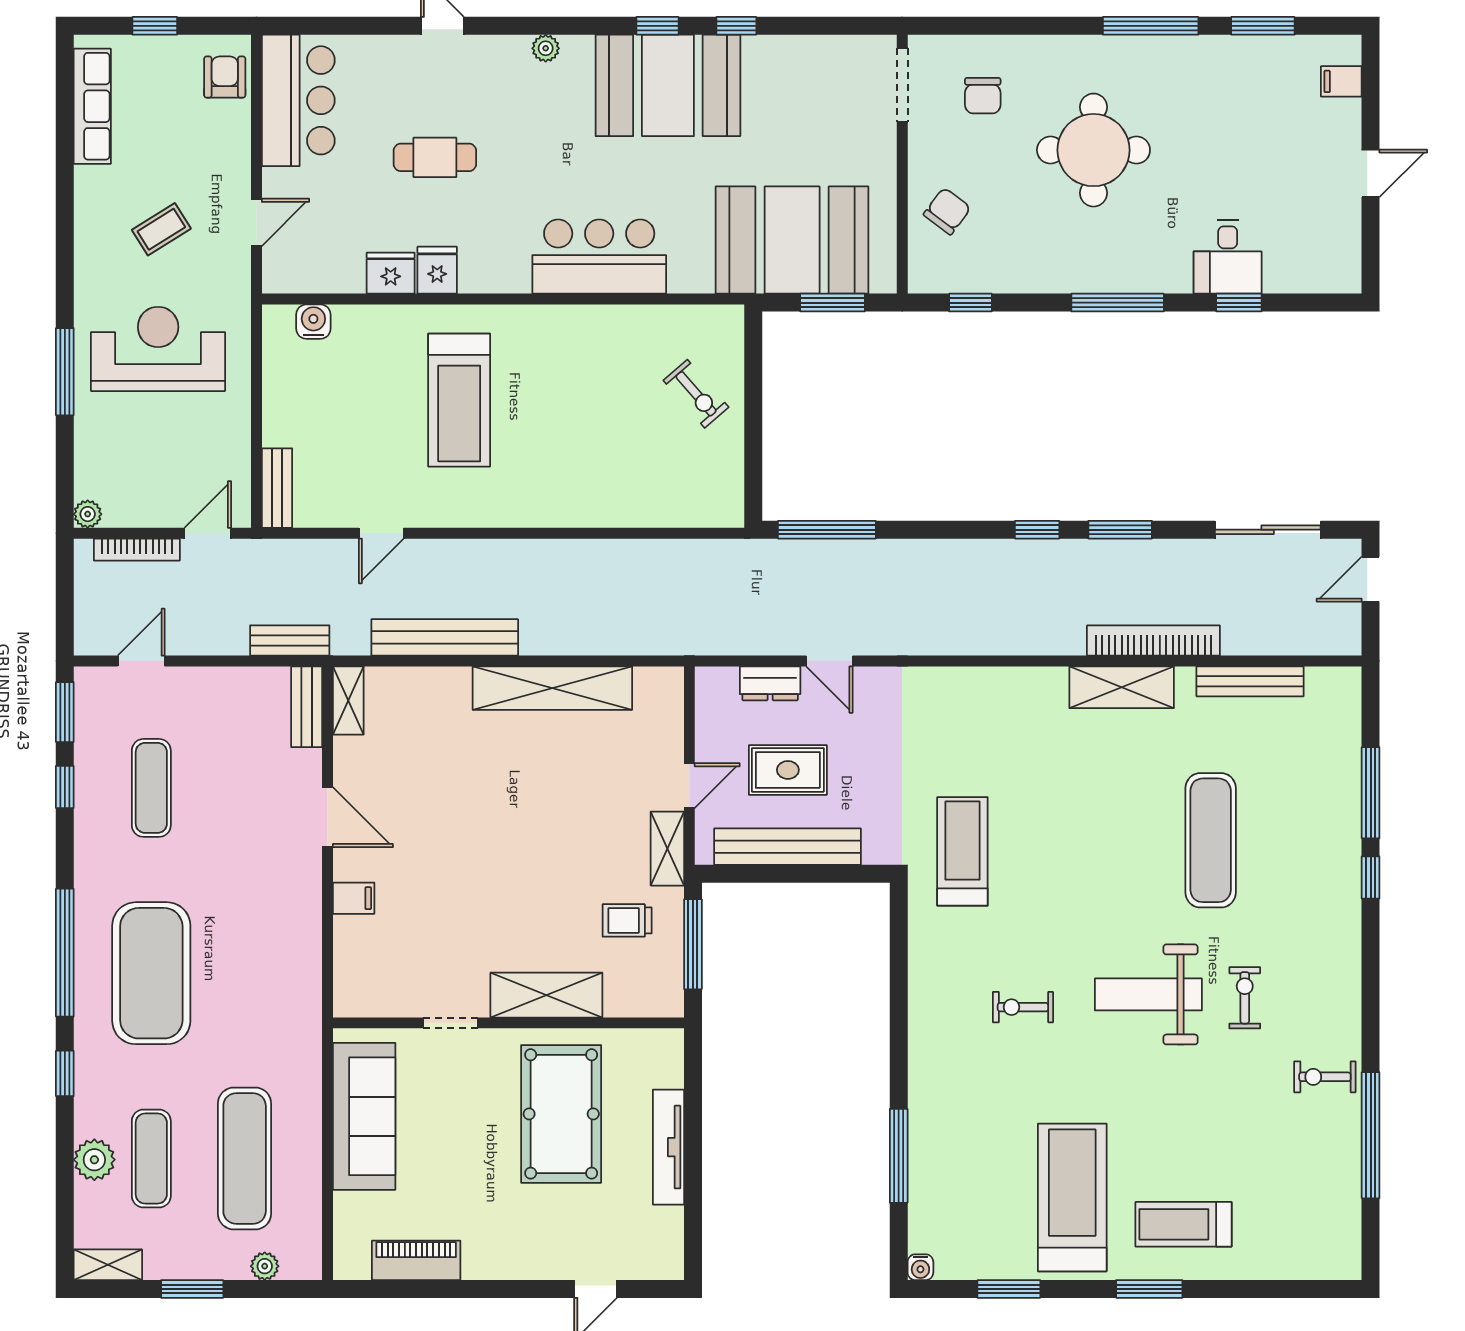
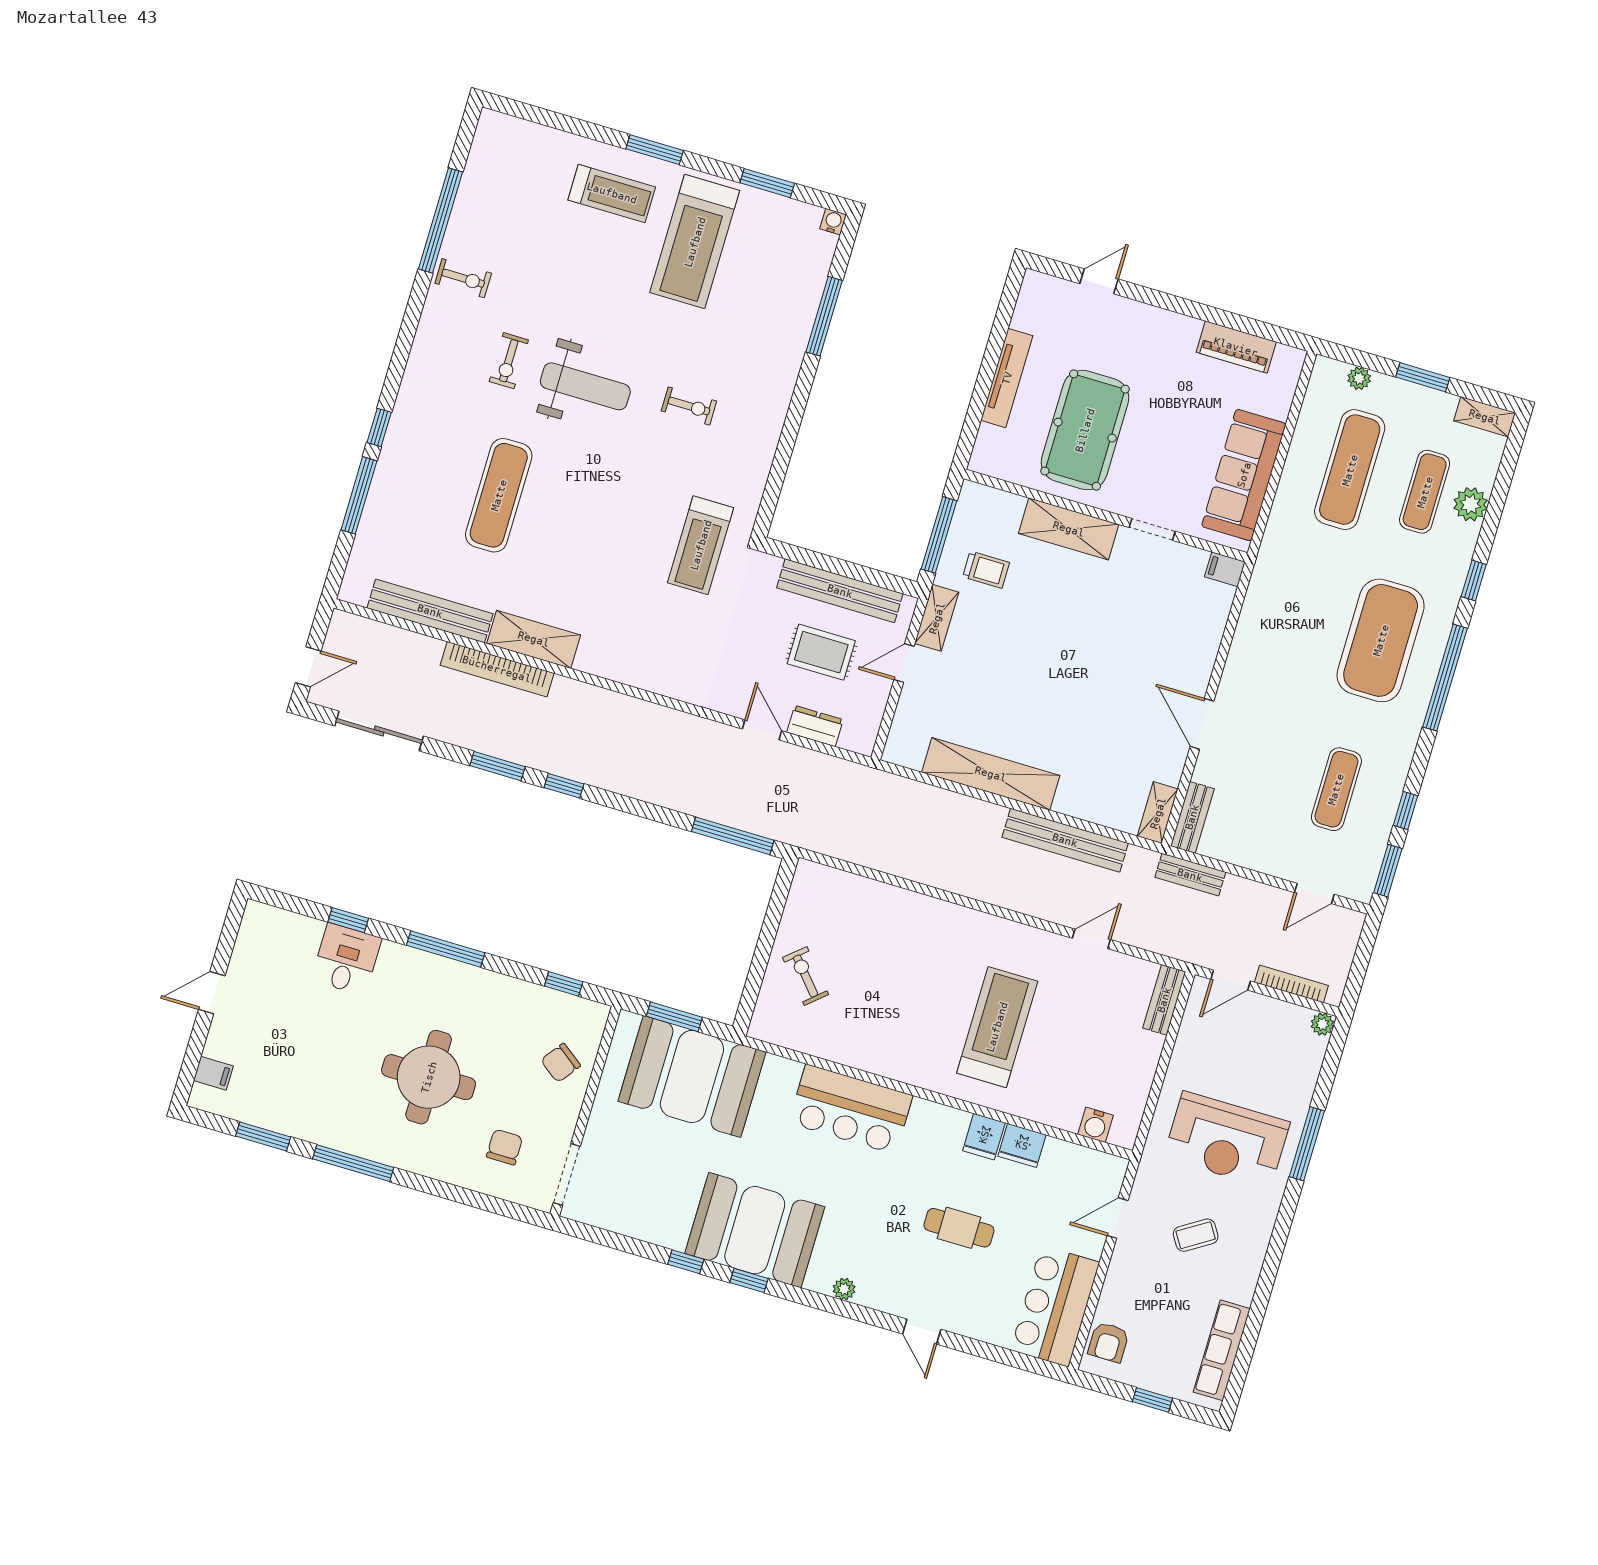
bench: (1250, 681) -> (430, 611), width x1.37, depth x1.21
filing cabinet: (354, 898) -> (1225, 569), moved

